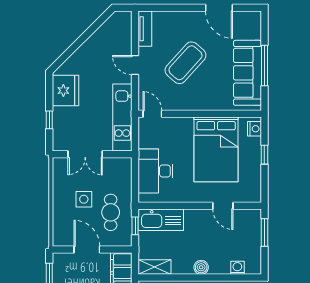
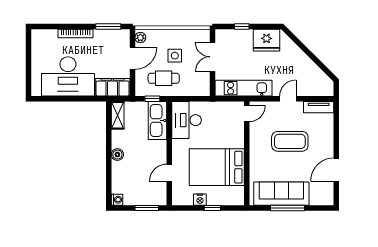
coffee table: (185, 63) -> (290, 141), turned -42
nightstand: (254, 129) -> (200, 200), moved
desk: (156, 171) -> (187, 120), moved, turned -90
plant: (62, 240) -> (140, 38), added
washing machine: (237, 268) -> (117, 200), moved

